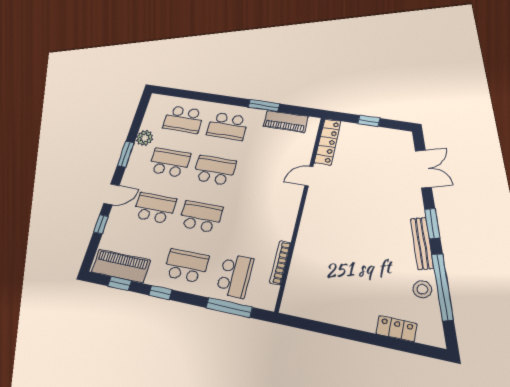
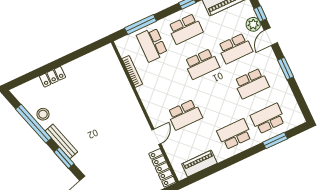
window: (264, 106) -> (275, 140), moved
plant: (145, 138) -> (253, 24), moved
school desk: (215, 170) -> (185, 115), moved
locker: (396, 329) -> (52, 77), moved

